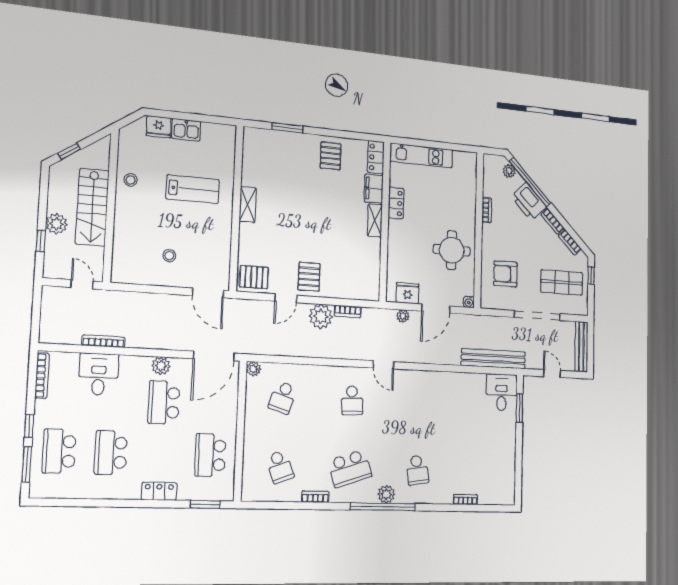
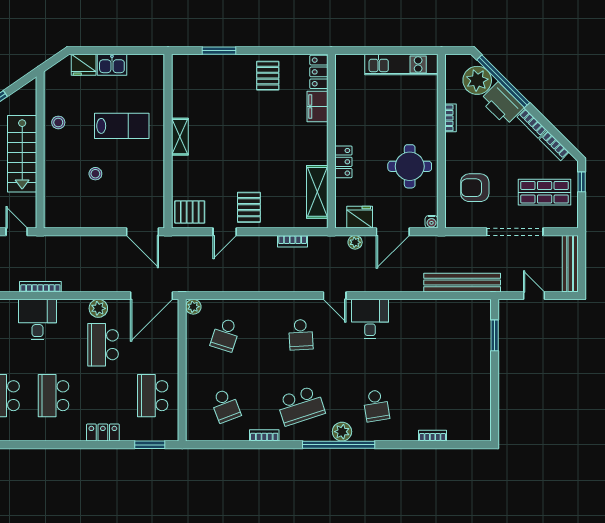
kitchen unit: (421, 156) -> (401, 64), moved
plant: (509, 171) -> (477, 80), width x1.87, depth x1.87
locker: (396, 203) -> (343, 162), moved
shelving: (375, 220) -> (317, 192), moved, width x1.50, depth x1.33
stool: (169, 256) -> (95, 174), moved
plant: (321, 316) -> (263, 248), removed
desk: (502, 392) -> (370, 319), moved

